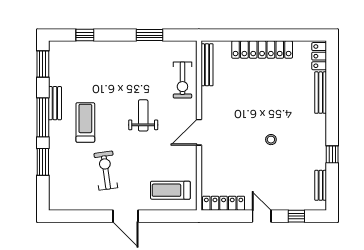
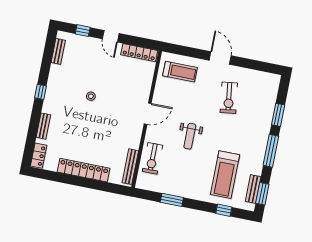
exercise bike: (182, 80) -> (152, 158), turned 180
bench: (321, 93) -> (43, 126), width x0.73
bench: (55, 103) -> (253, 189), moved
treadmill: (85, 122) -> (225, 175), moved, width x1.37, depth x1.38
window: (332, 154) -> (41, 92), moved

